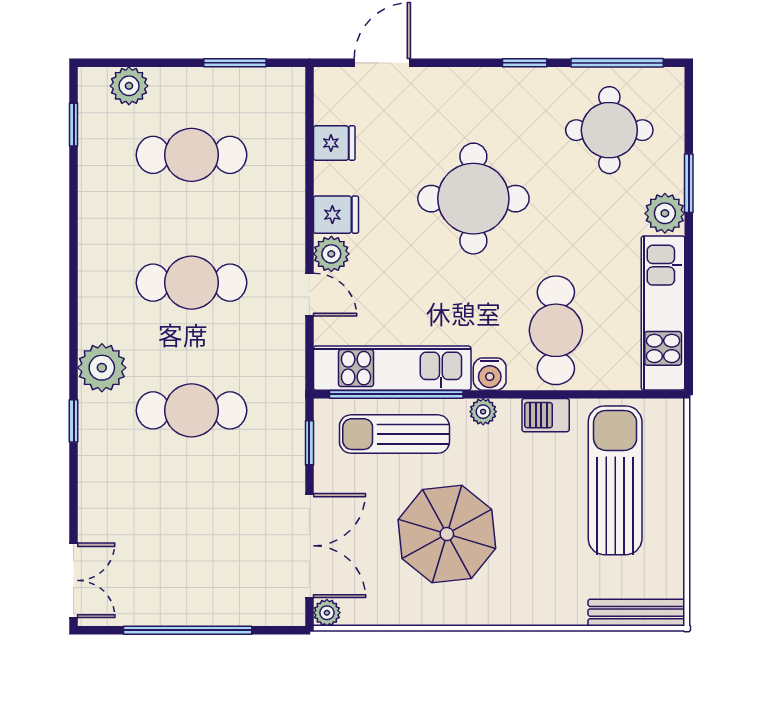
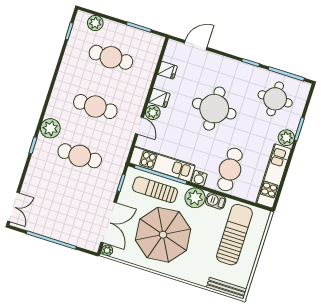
plant: (483, 412) -> (195, 198), width x1.88, depth x1.88
parasol: (447, 534) -> (163, 235), width x1.36, depth x1.36

